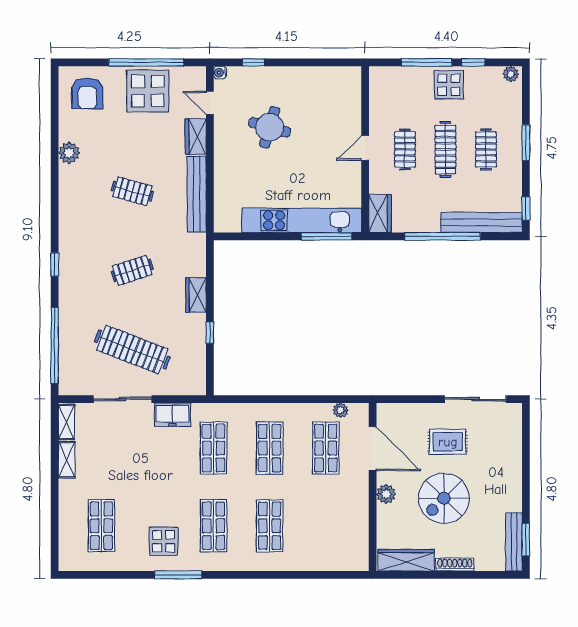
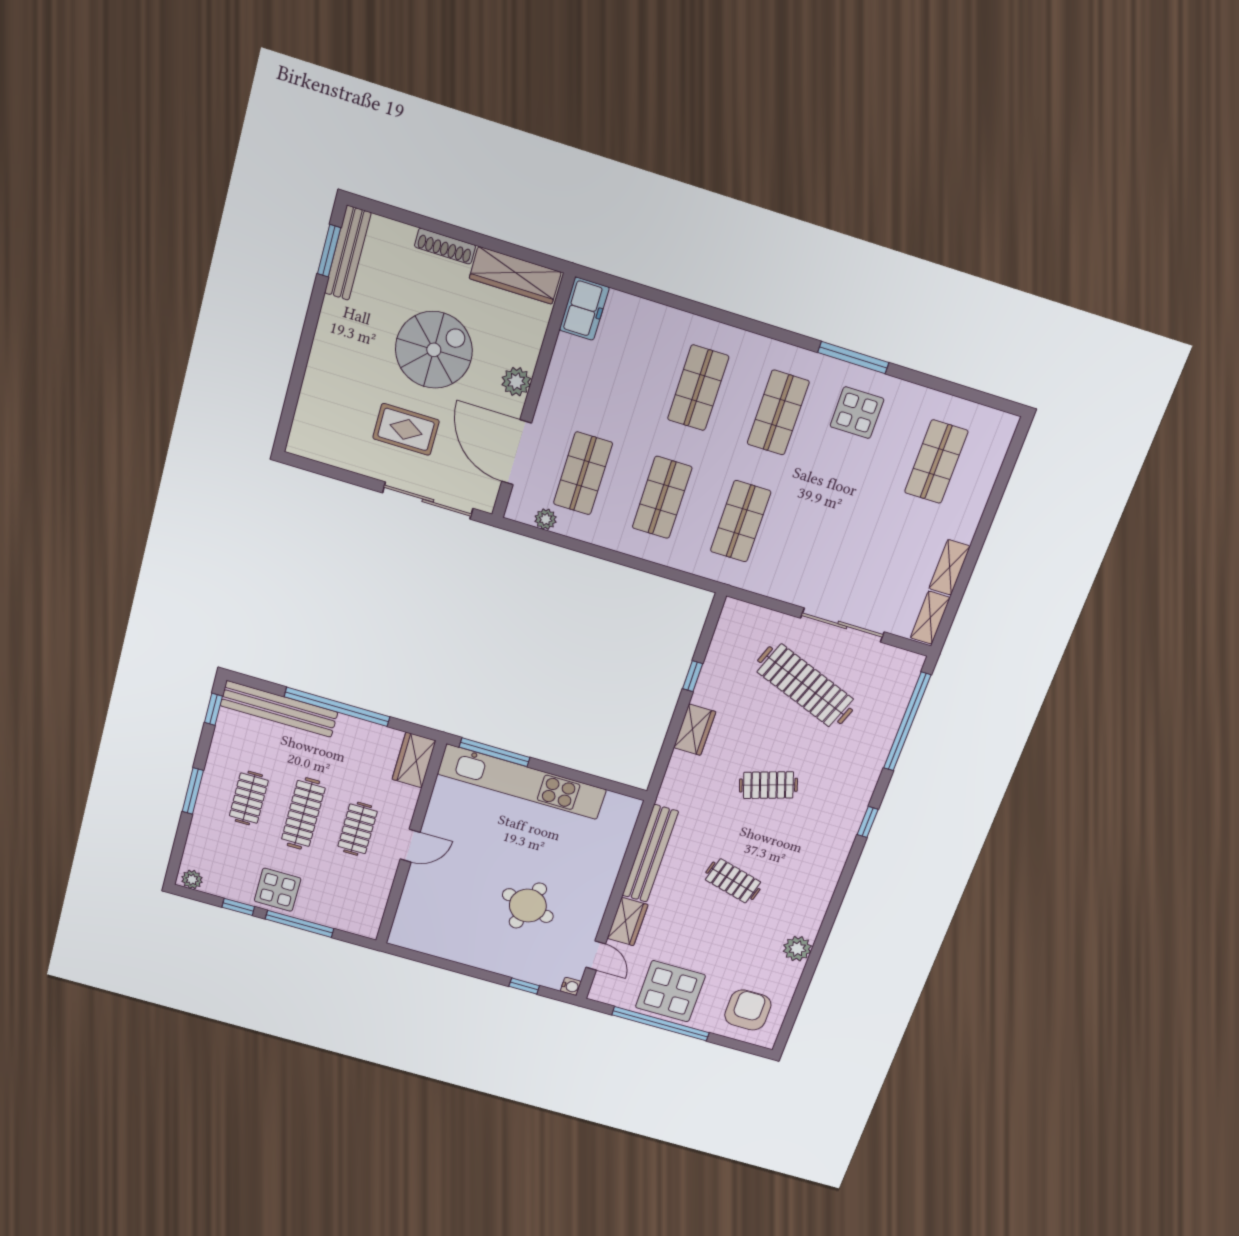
sliding door: (475, 399) -> (428, 501), moved
freezer: (172, 415) -> (584, 309), moved, turned 90

